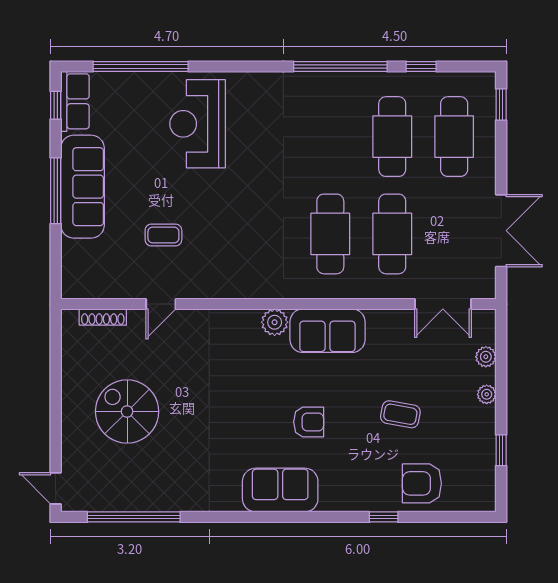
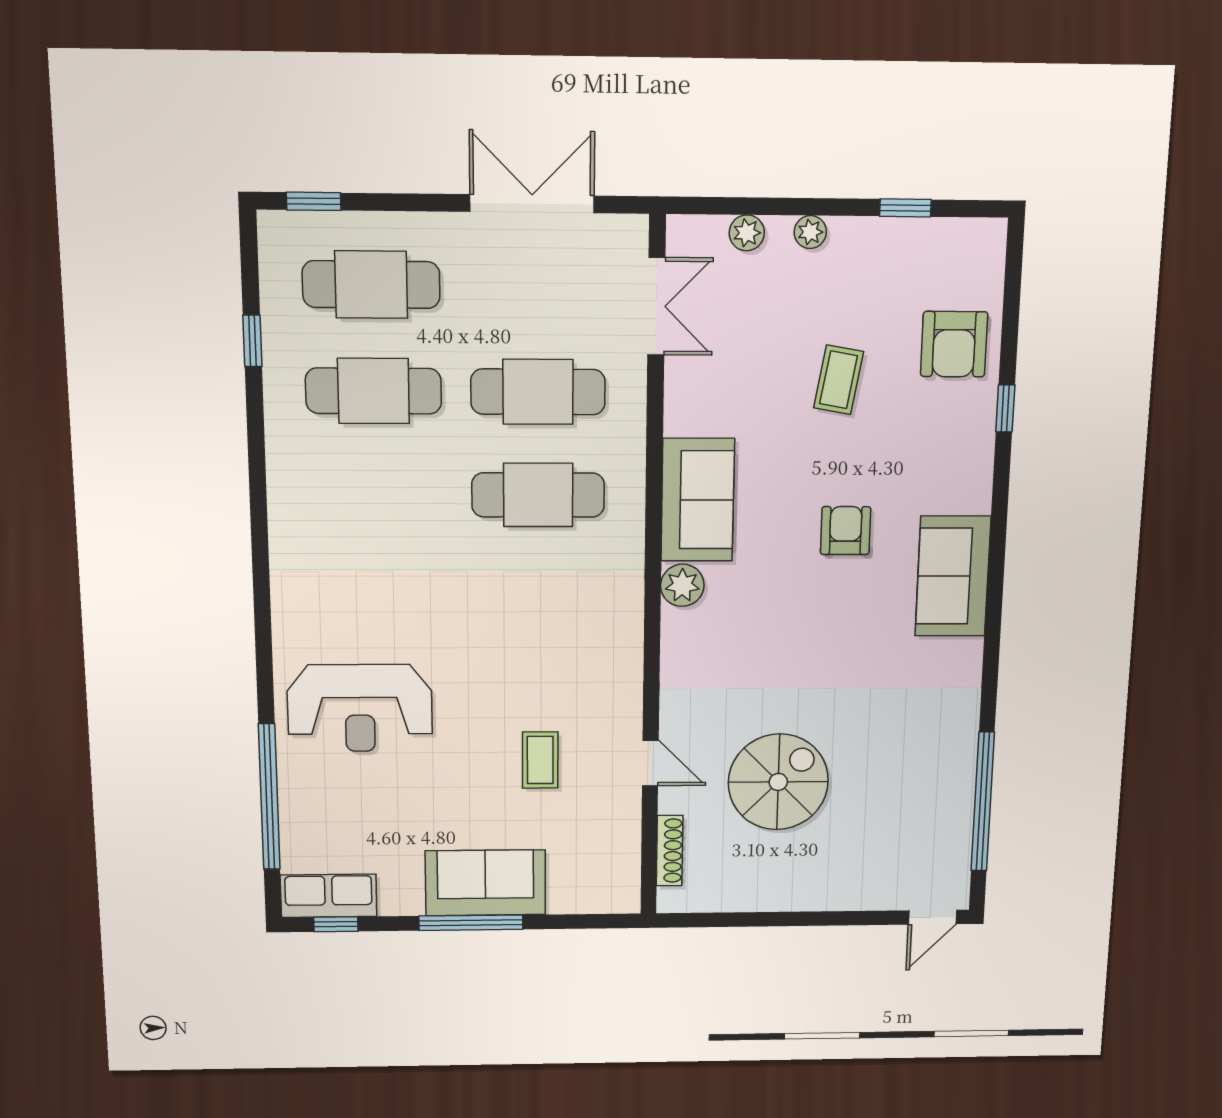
window: (340, 66) -> (257, 478), removed
sofa: (82, 187) -> (486, 883), width x0.73
spiral stairs: (127, 412) -> (778, 782), moved, turned 180

